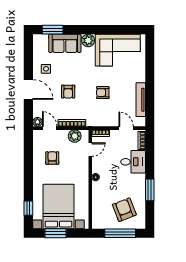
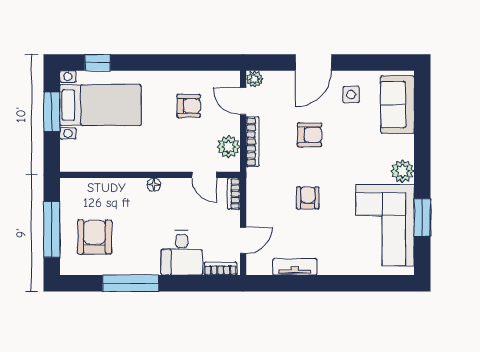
window: (53, 30) -> (422, 217), moved
sofa: (65, 43) -> (397, 105), moved
armchair: (68, 92) -> (310, 135), turned 180
tv unit: (141, 100) -> (295, 267), width x0.71
door: (50, 128) -> (243, 101), swing flipped
window: (150, 190) -> (131, 283), width x1.44
bed with nightstands: (59, 207) -> (100, 105), width x0.73
armchair: (124, 210) -> (95, 237), turned -69

